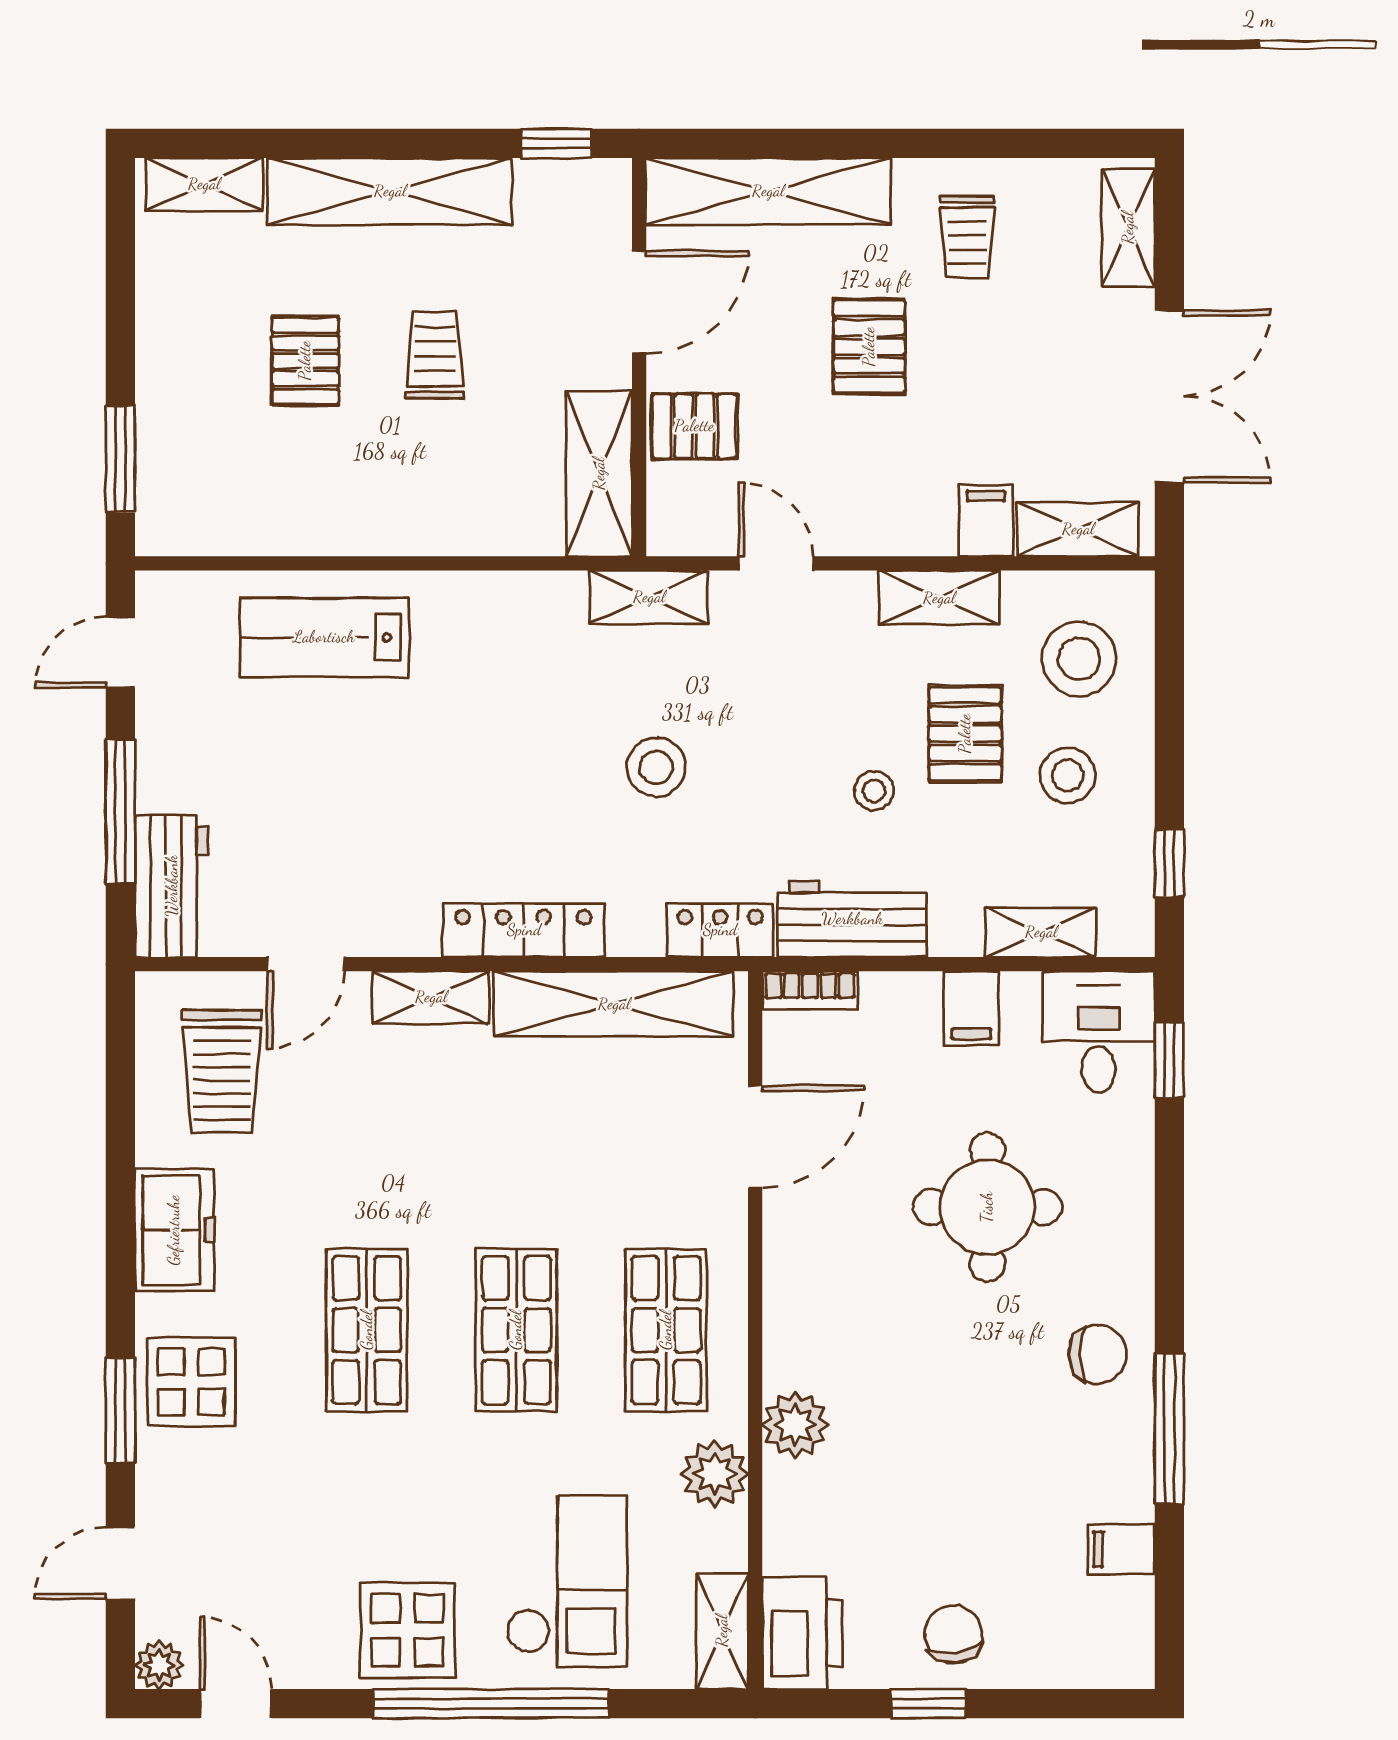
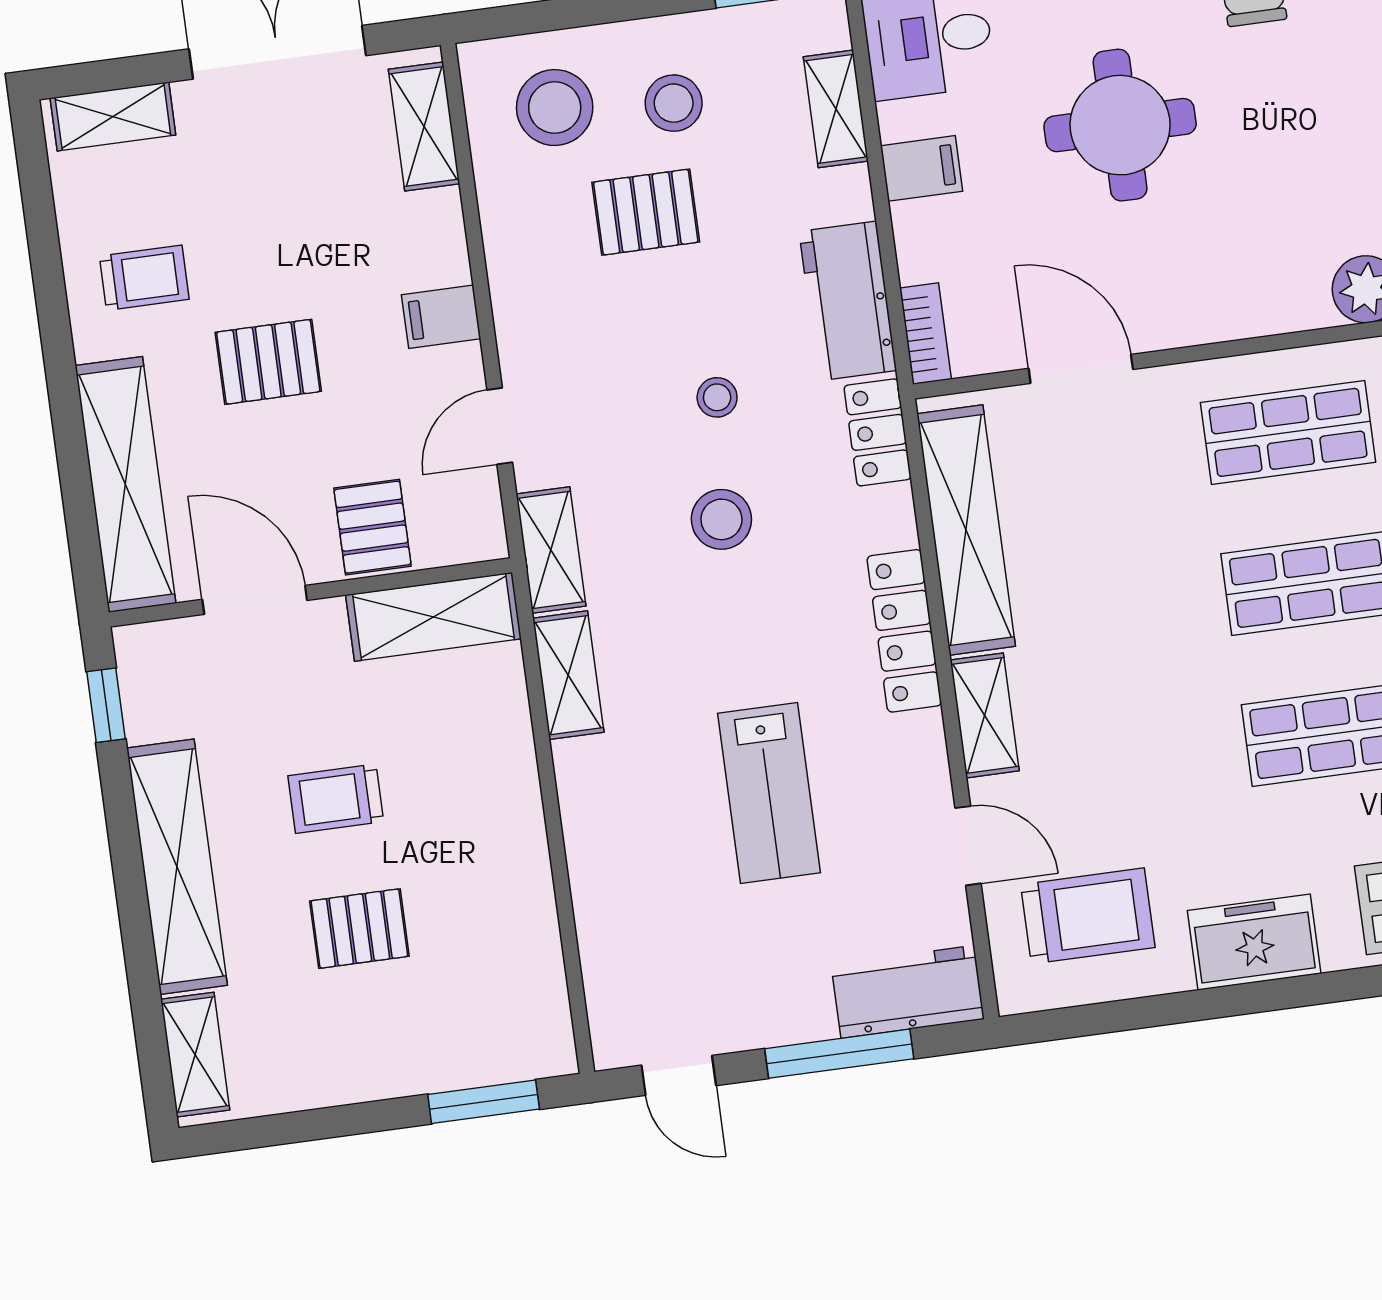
filing cabinet: (986, 521) -> (441, 317), moved
shelving: (939, 598) -> (568, 675), moved
lab bench: (324, 637) -> (769, 793), moved
stool: (874, 791) -> (717, 397), moved

